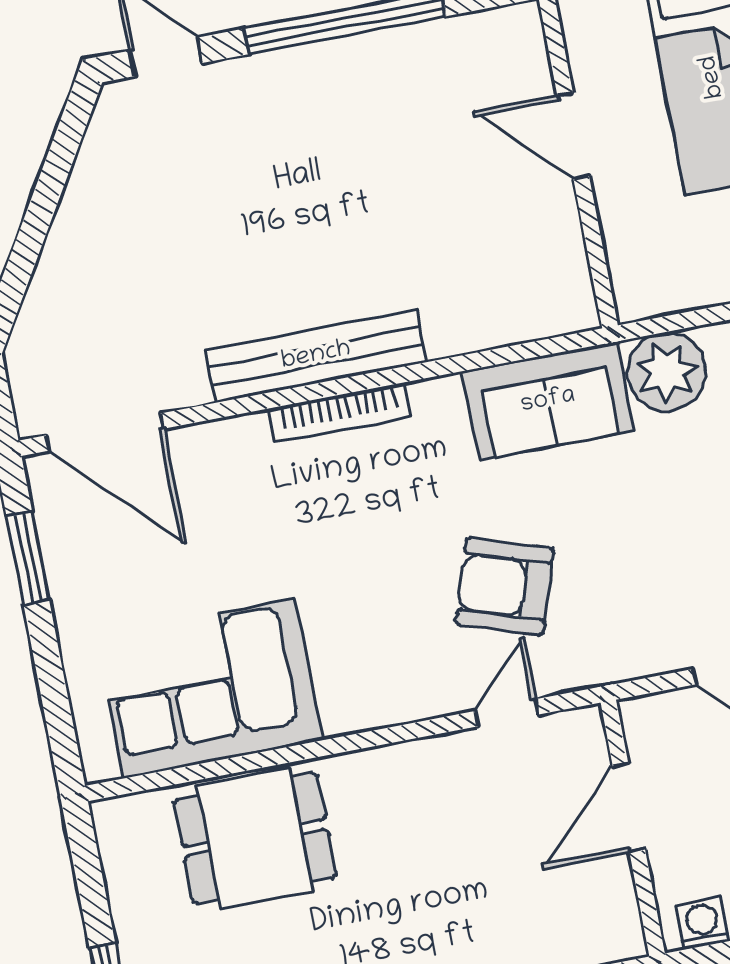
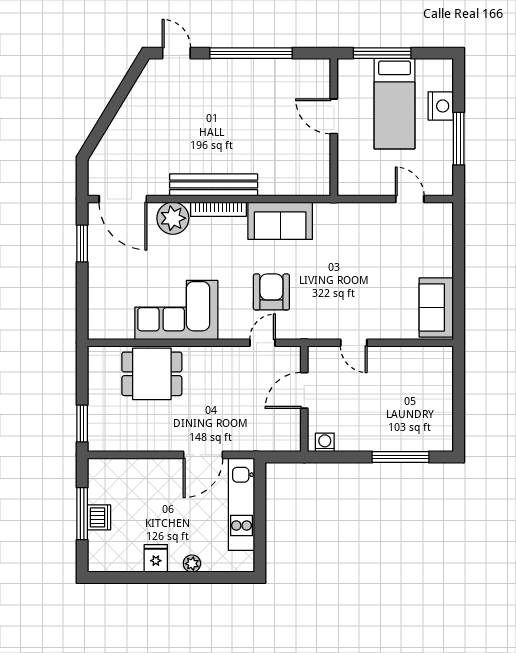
plant: (667, 372) -> (173, 218), moved
sofa: (548, 401) -> (280, 221), moved
armchair: (505, 586) -> (271, 292), turned 72
corner sofa: (210, 688) -> (176, 310), moved

